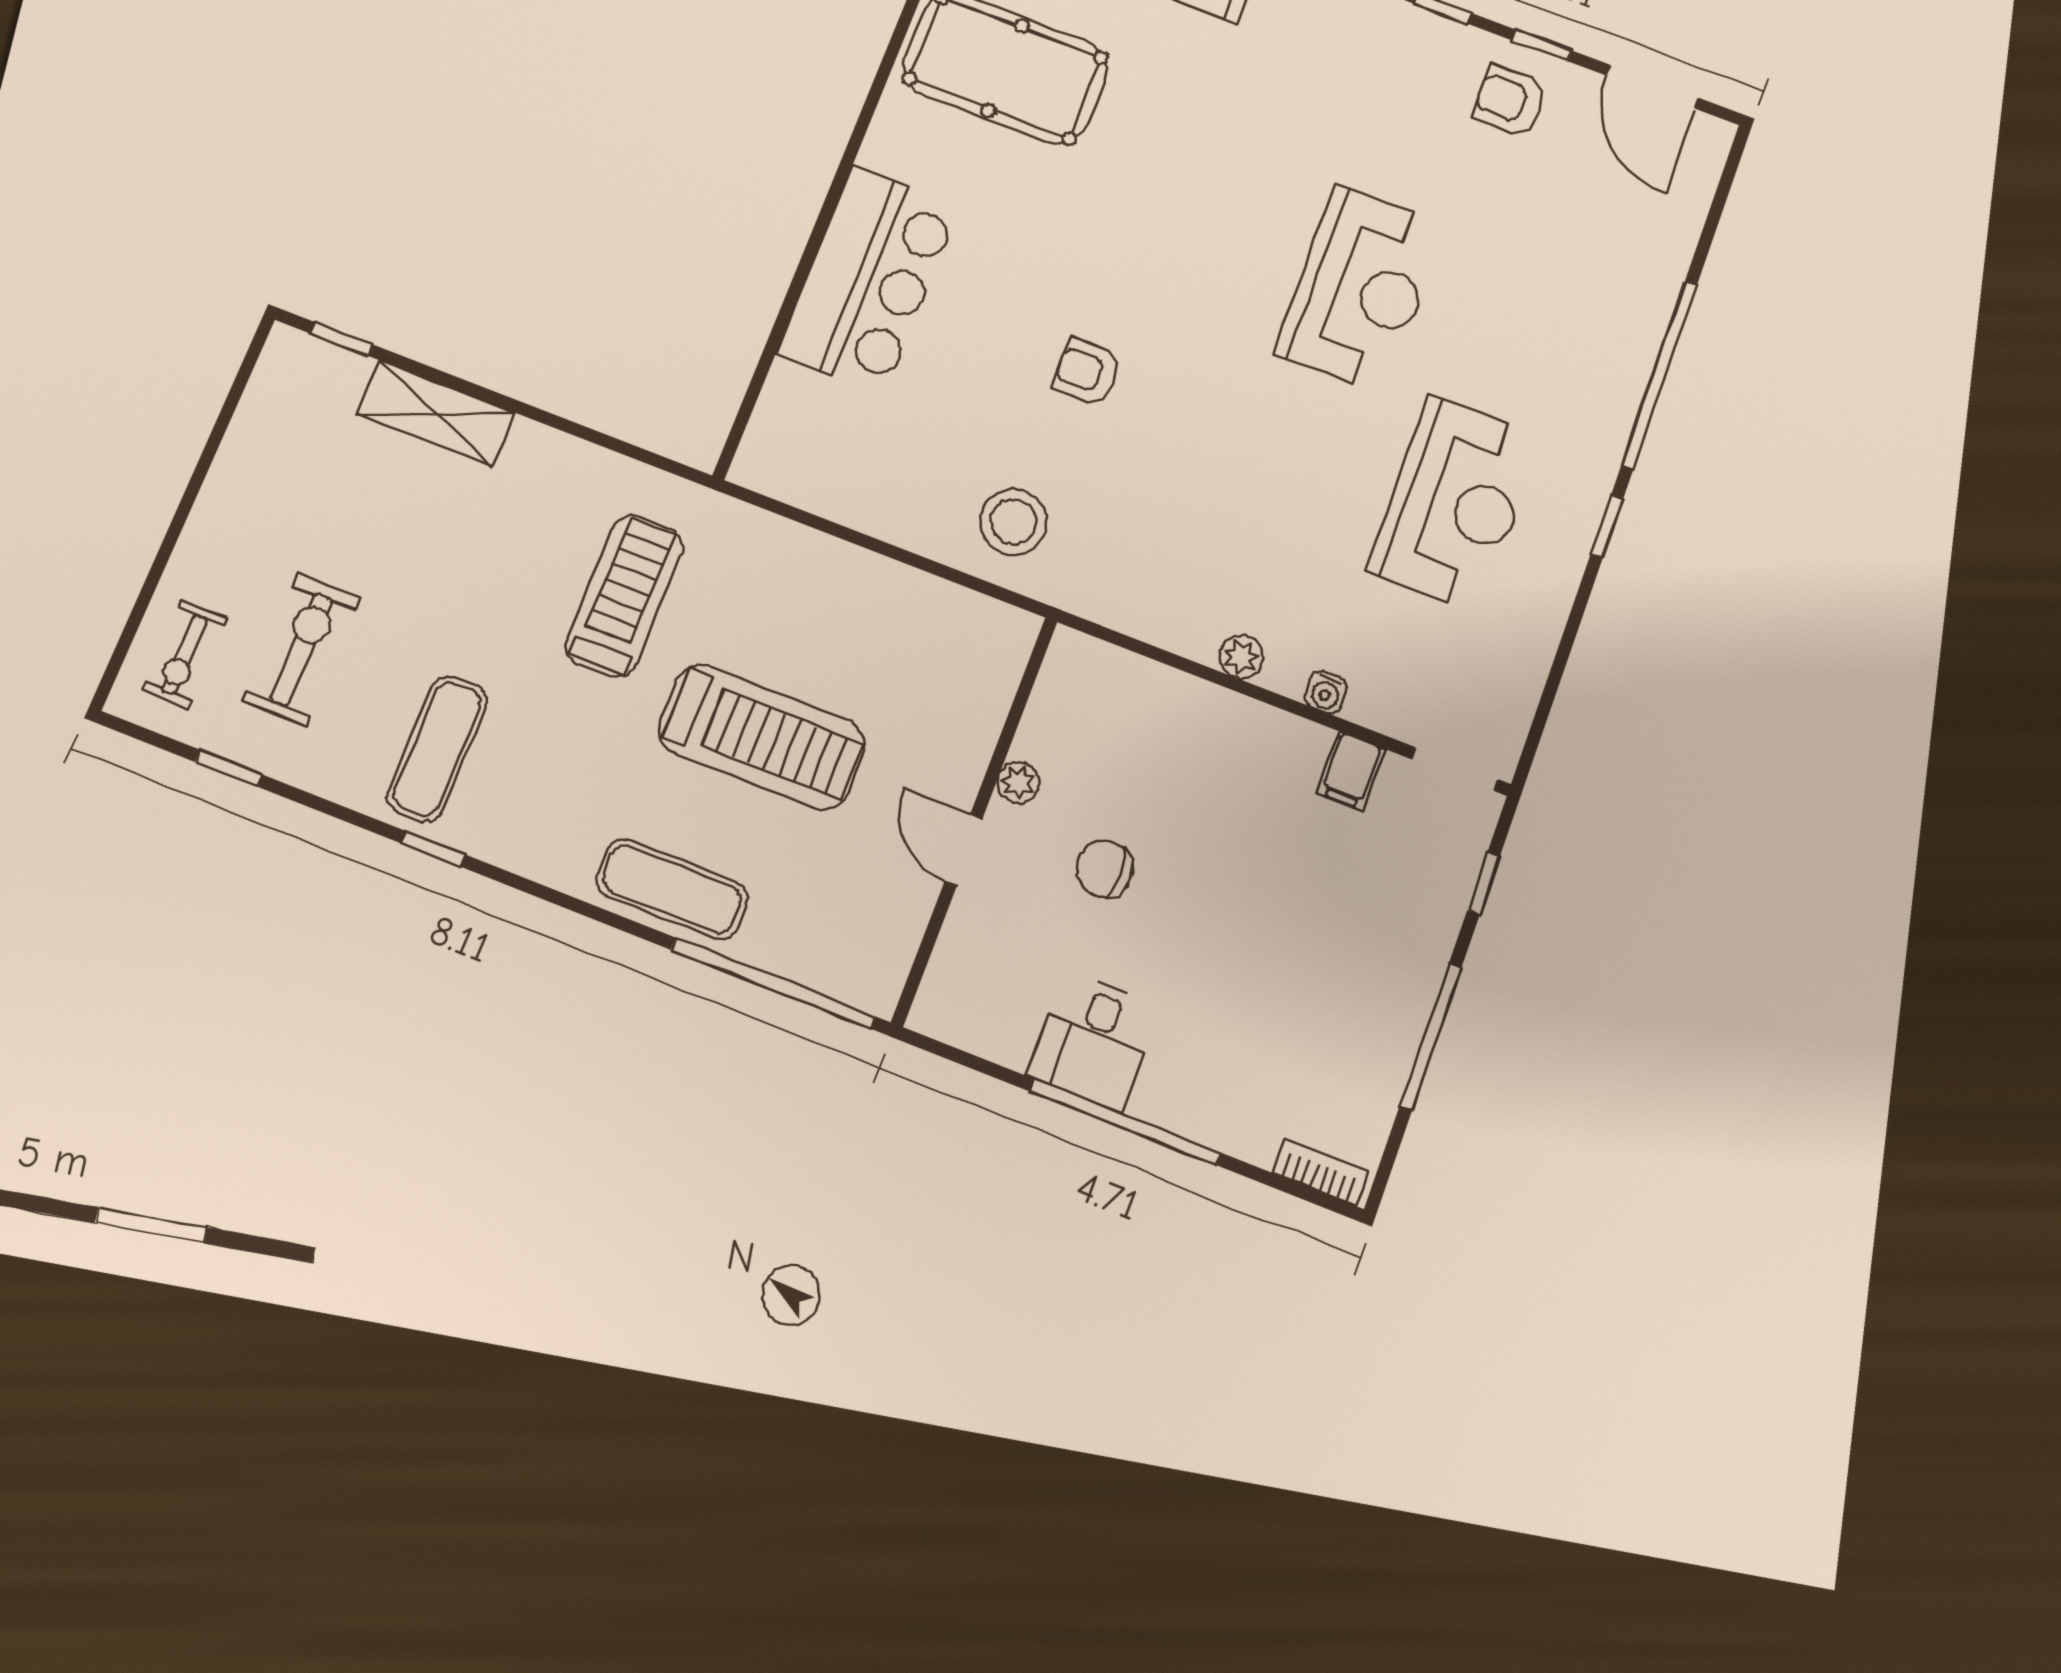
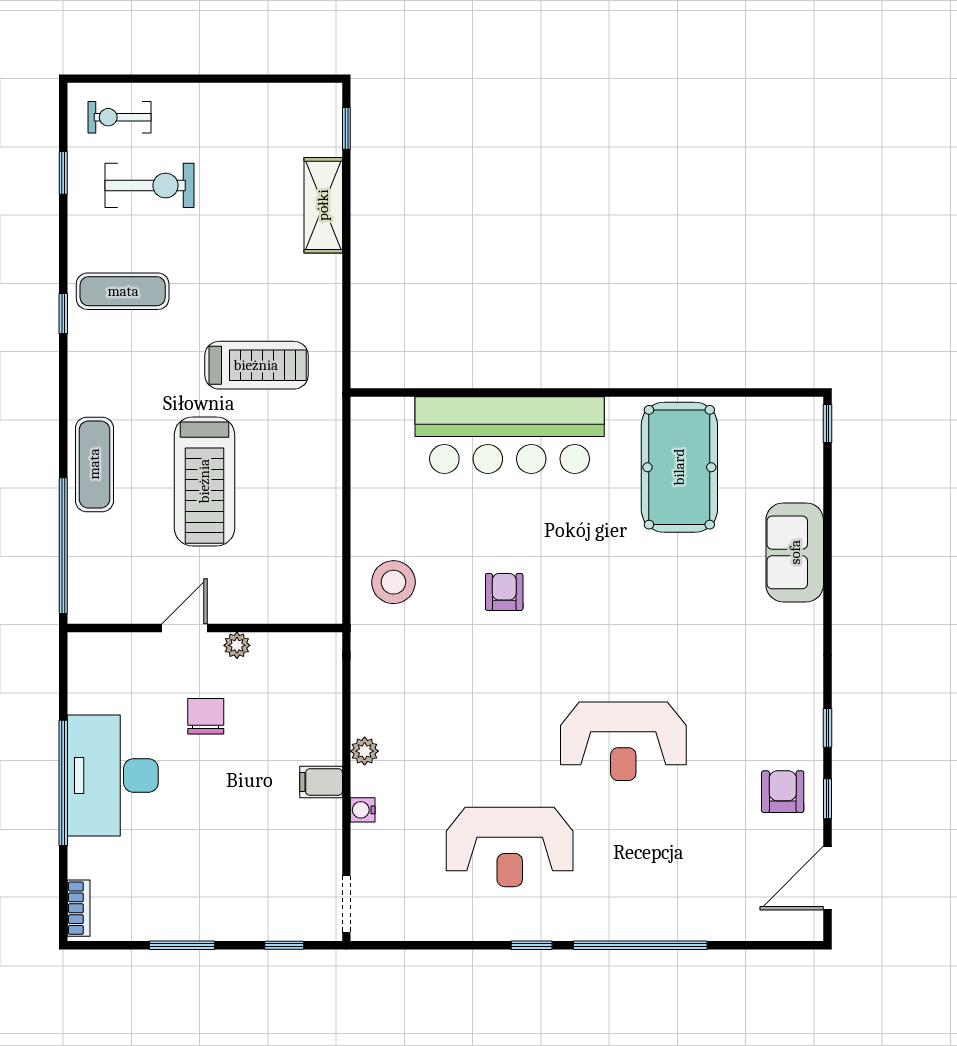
bar counter: (868, 280) -> (510, 435), width x1.36
filing cabinet: (1351, 771) -> (321, 782), moved
window: (1431, 1037) -> (182, 945), width x0.69
desk: (1093, 1042) -> (113, 775), width x1.87, depth x1.30

